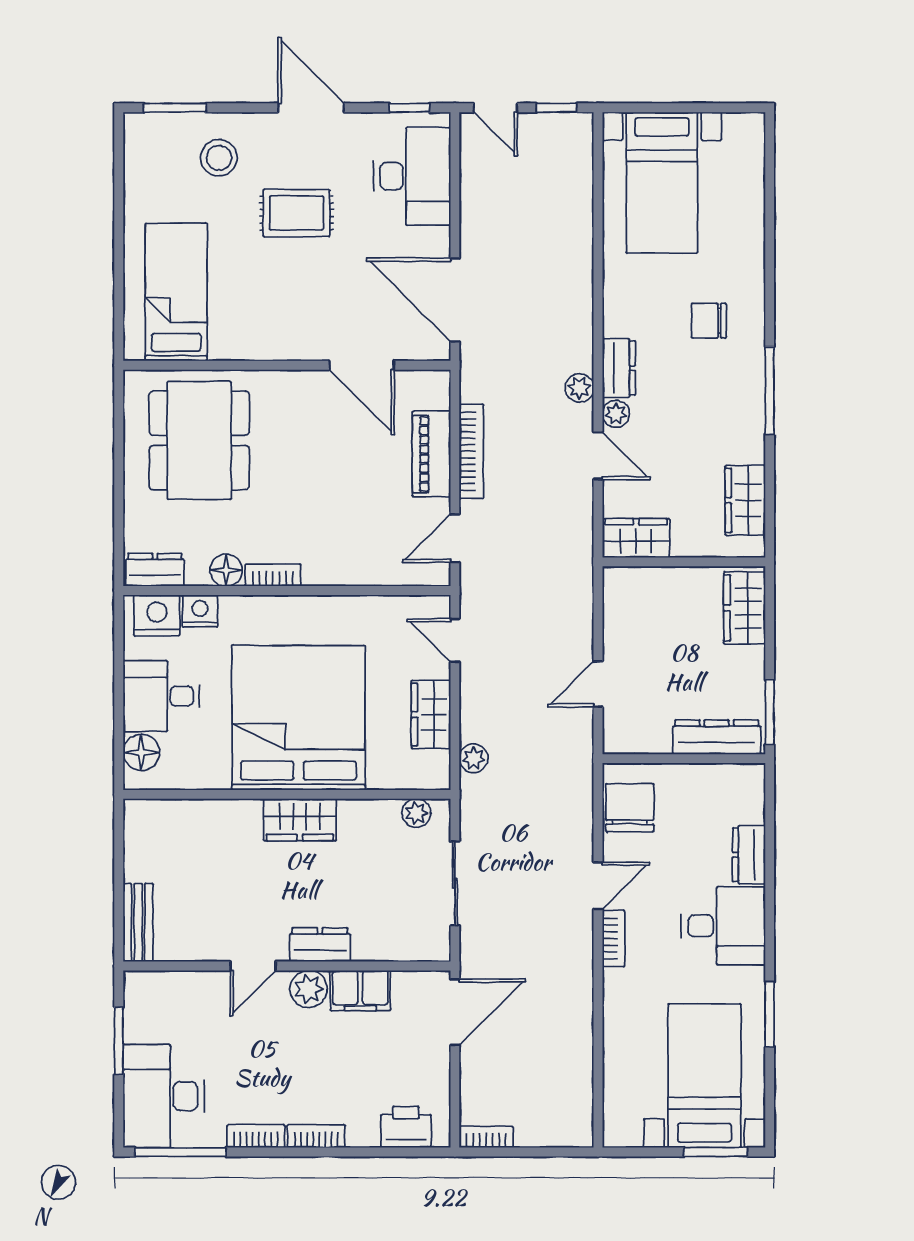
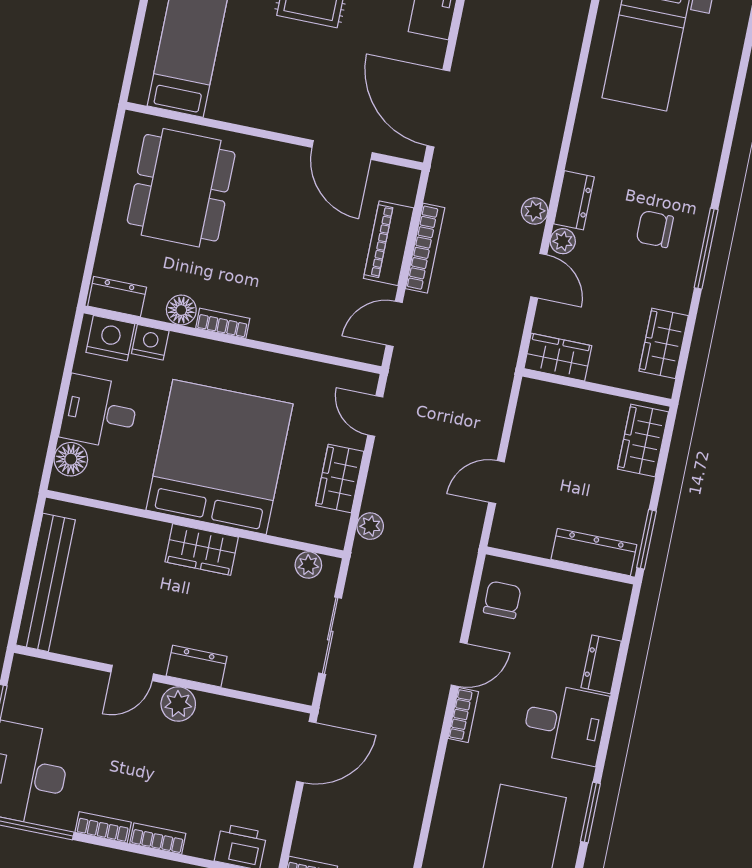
chair: (709, 321) -> (655, 229), moved
chair: (630, 808) -> (502, 600), width x0.73, depth x0.73
bench: (138, 923) -> (46, 582), width x1.86, depth x1.21
filing cabinet: (360, 990) -> (225, 715), removed

